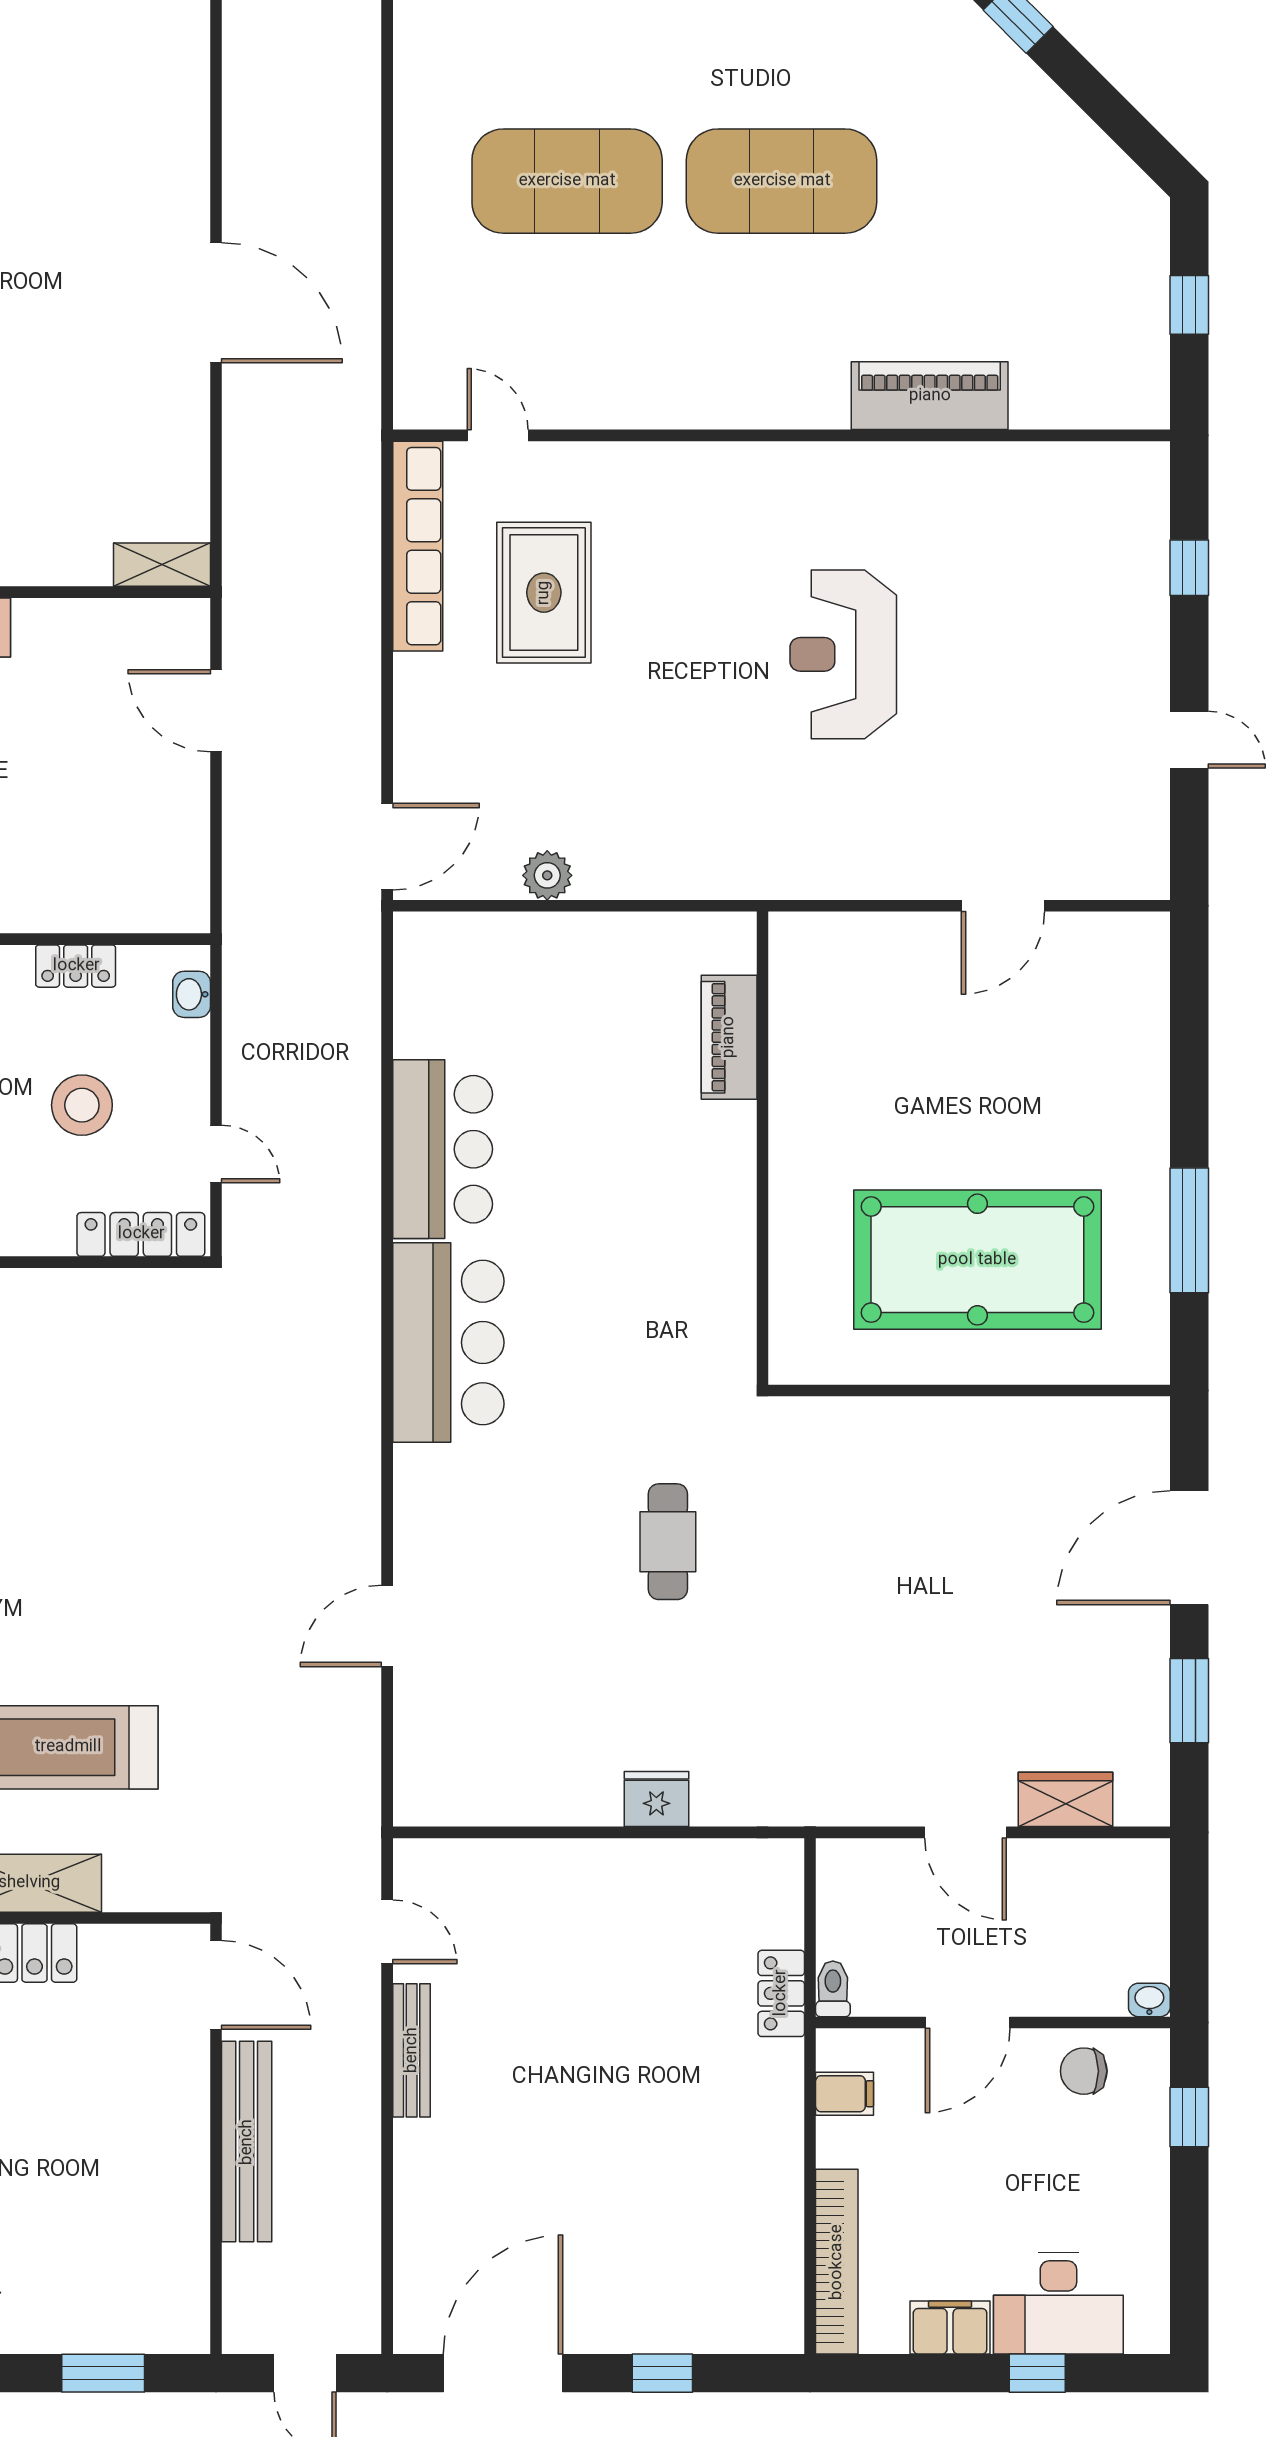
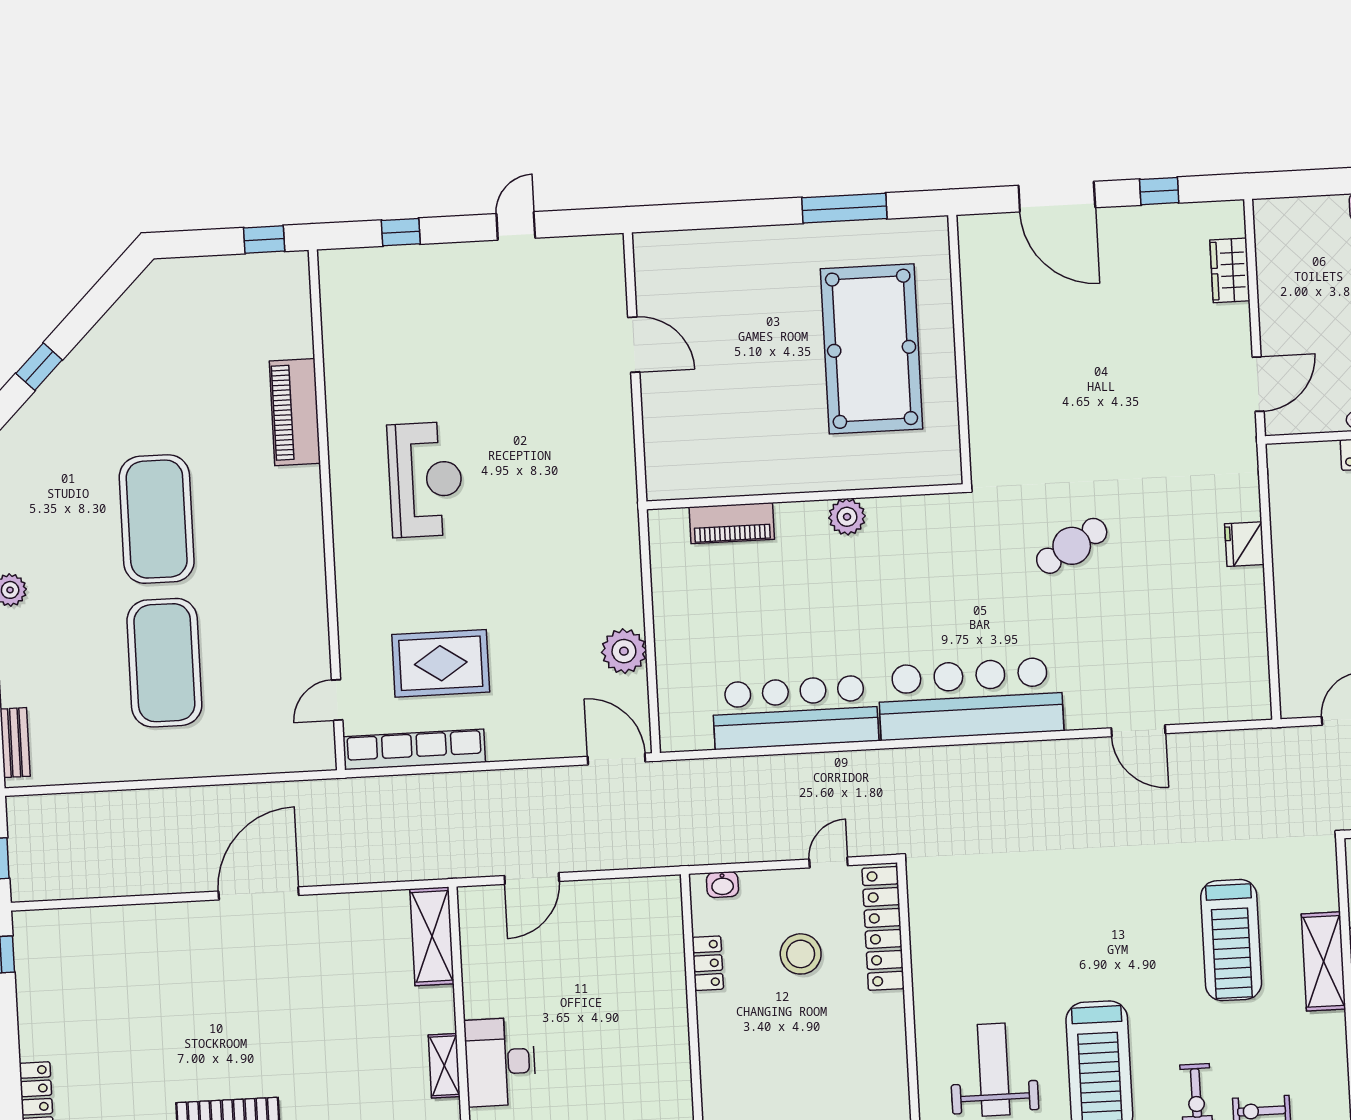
window: (1189, 305) -> (264, 240), moved
shelving: (162, 565) -> (432, 936), width x1.50, depth x1.33
reception desk: (843, 654) -> (425, 480), moved, turned -90
plant: (547, 875) -> (624, 651), width x1.36, depth x1.36
bar counter: (443, 1149) -> (795, 712), width x1.36
plant: (729, 1209) -> (847, 517), added
locker: (141, 1234) -> (883, 928), width x1.41, depth x1.21
bar counter: (448, 1342) -> (971, 699), width x1.36
cafe table: (668, 1542) -> (1072, 546), turned -30
window: (1189, 1701) -> (1159, 191), width x0.67
door: (965, 1832) -> (1258, 384), moved

